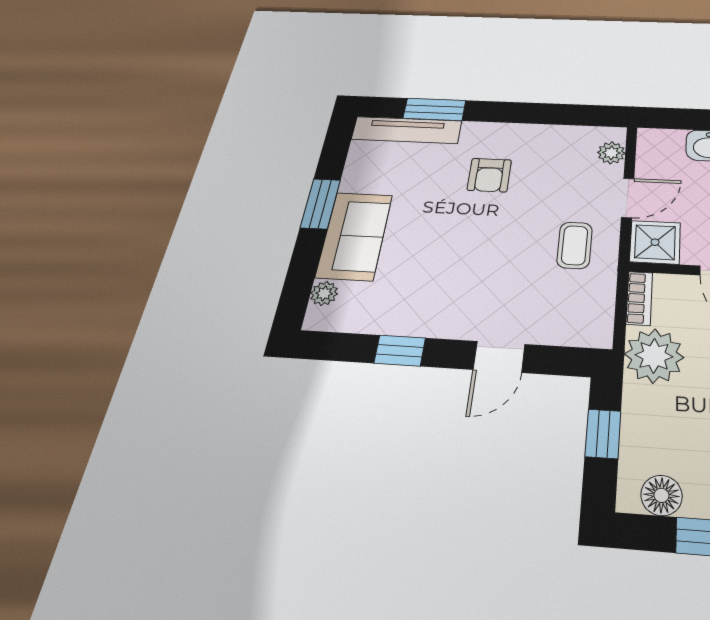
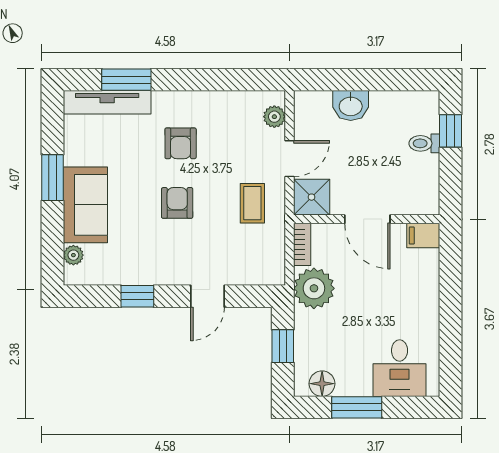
armchair: (475, 240) -> (177, 203), added

